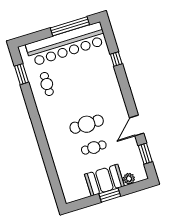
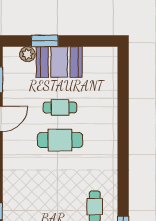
window: (110, 195) -> (45, 41), moved

